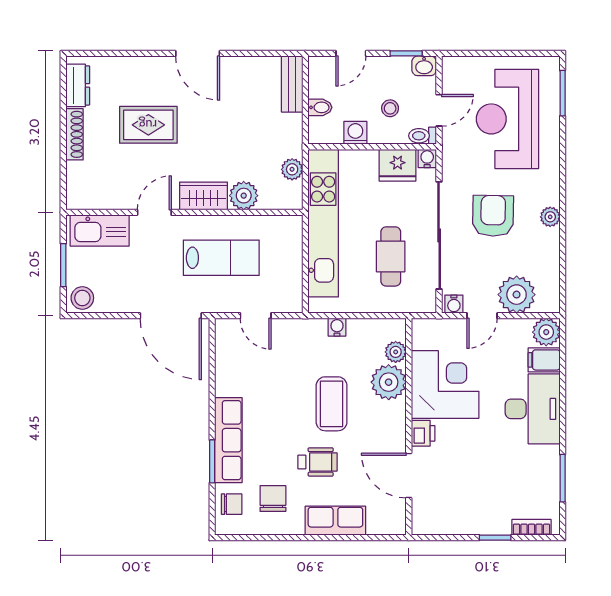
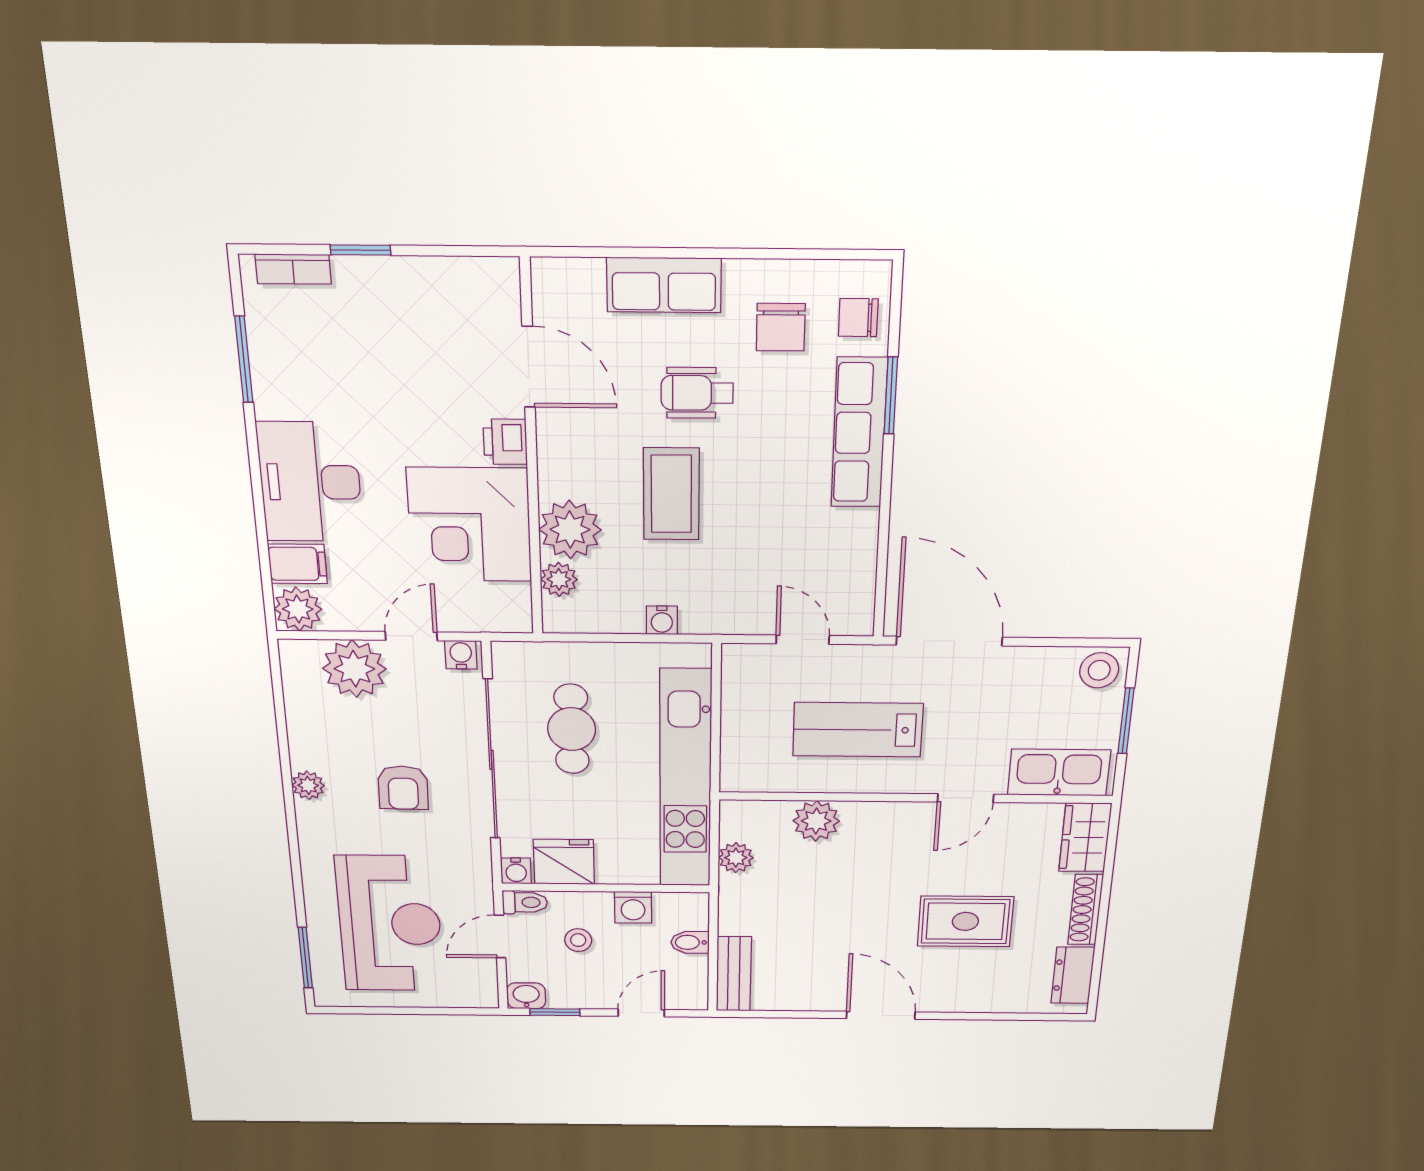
wardrobe: (204, 196) -> (1085, 837), moved, turned 90
armchair: (493, 216) -> (403, 788), width x0.72, depth x0.72

